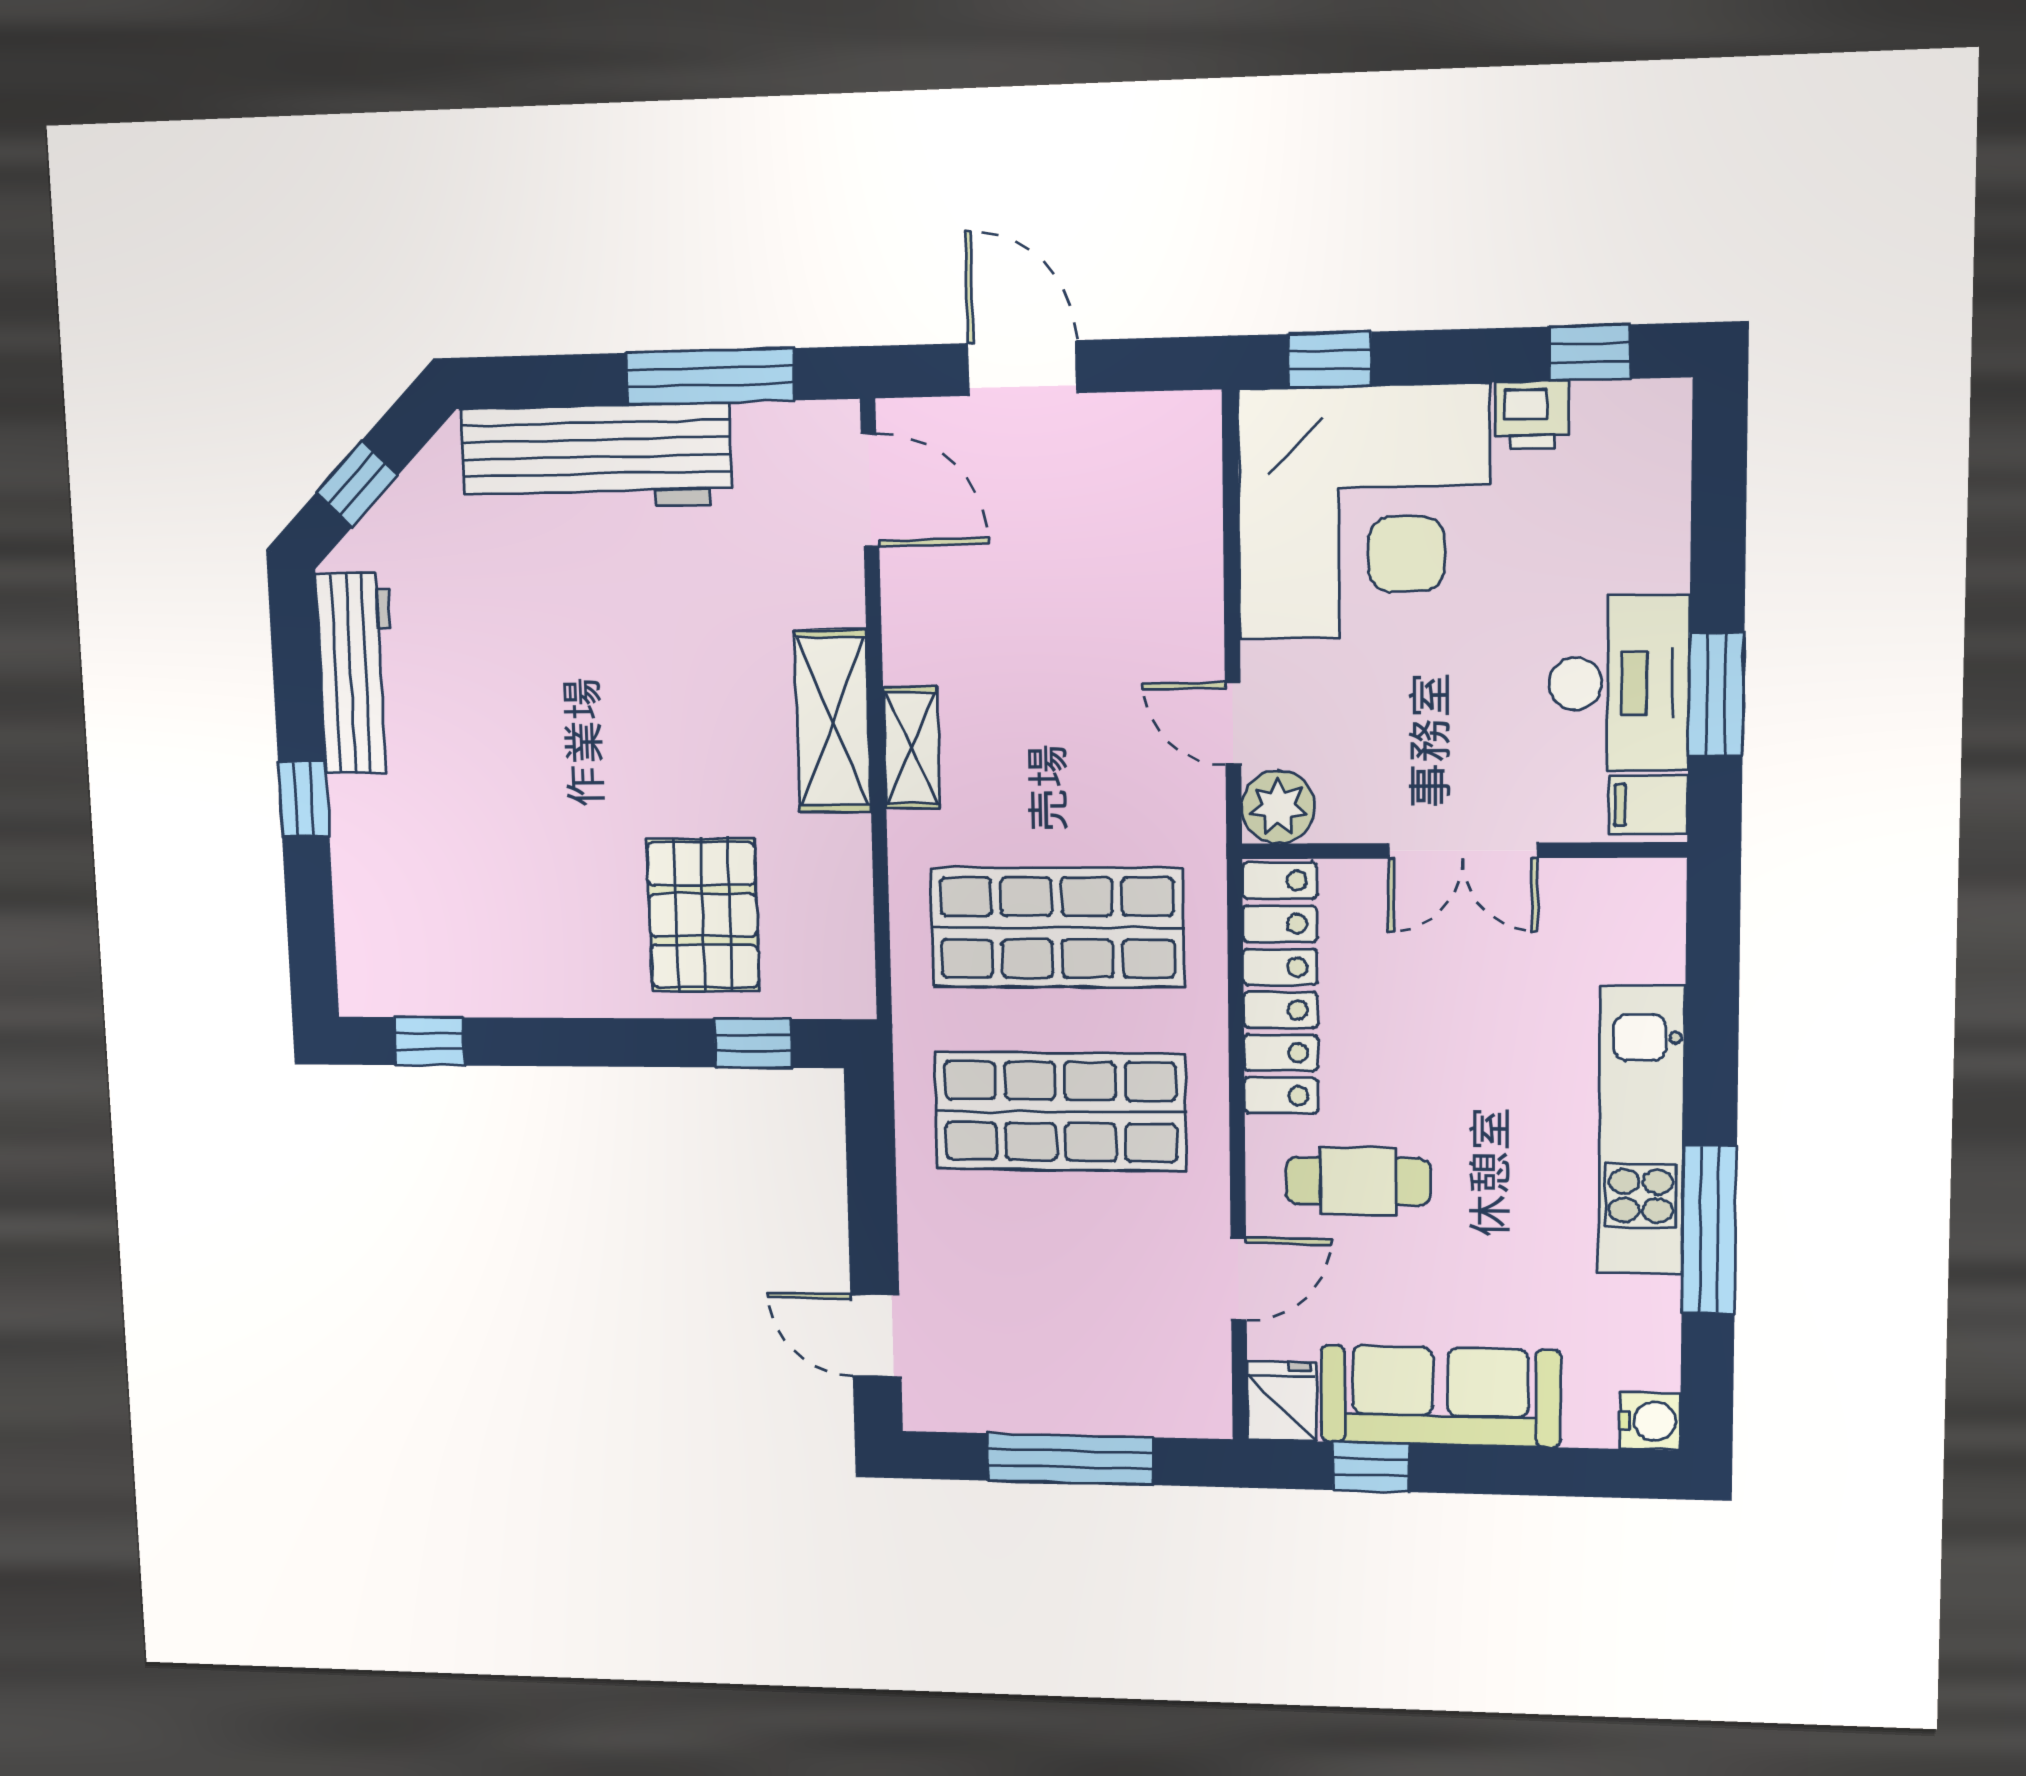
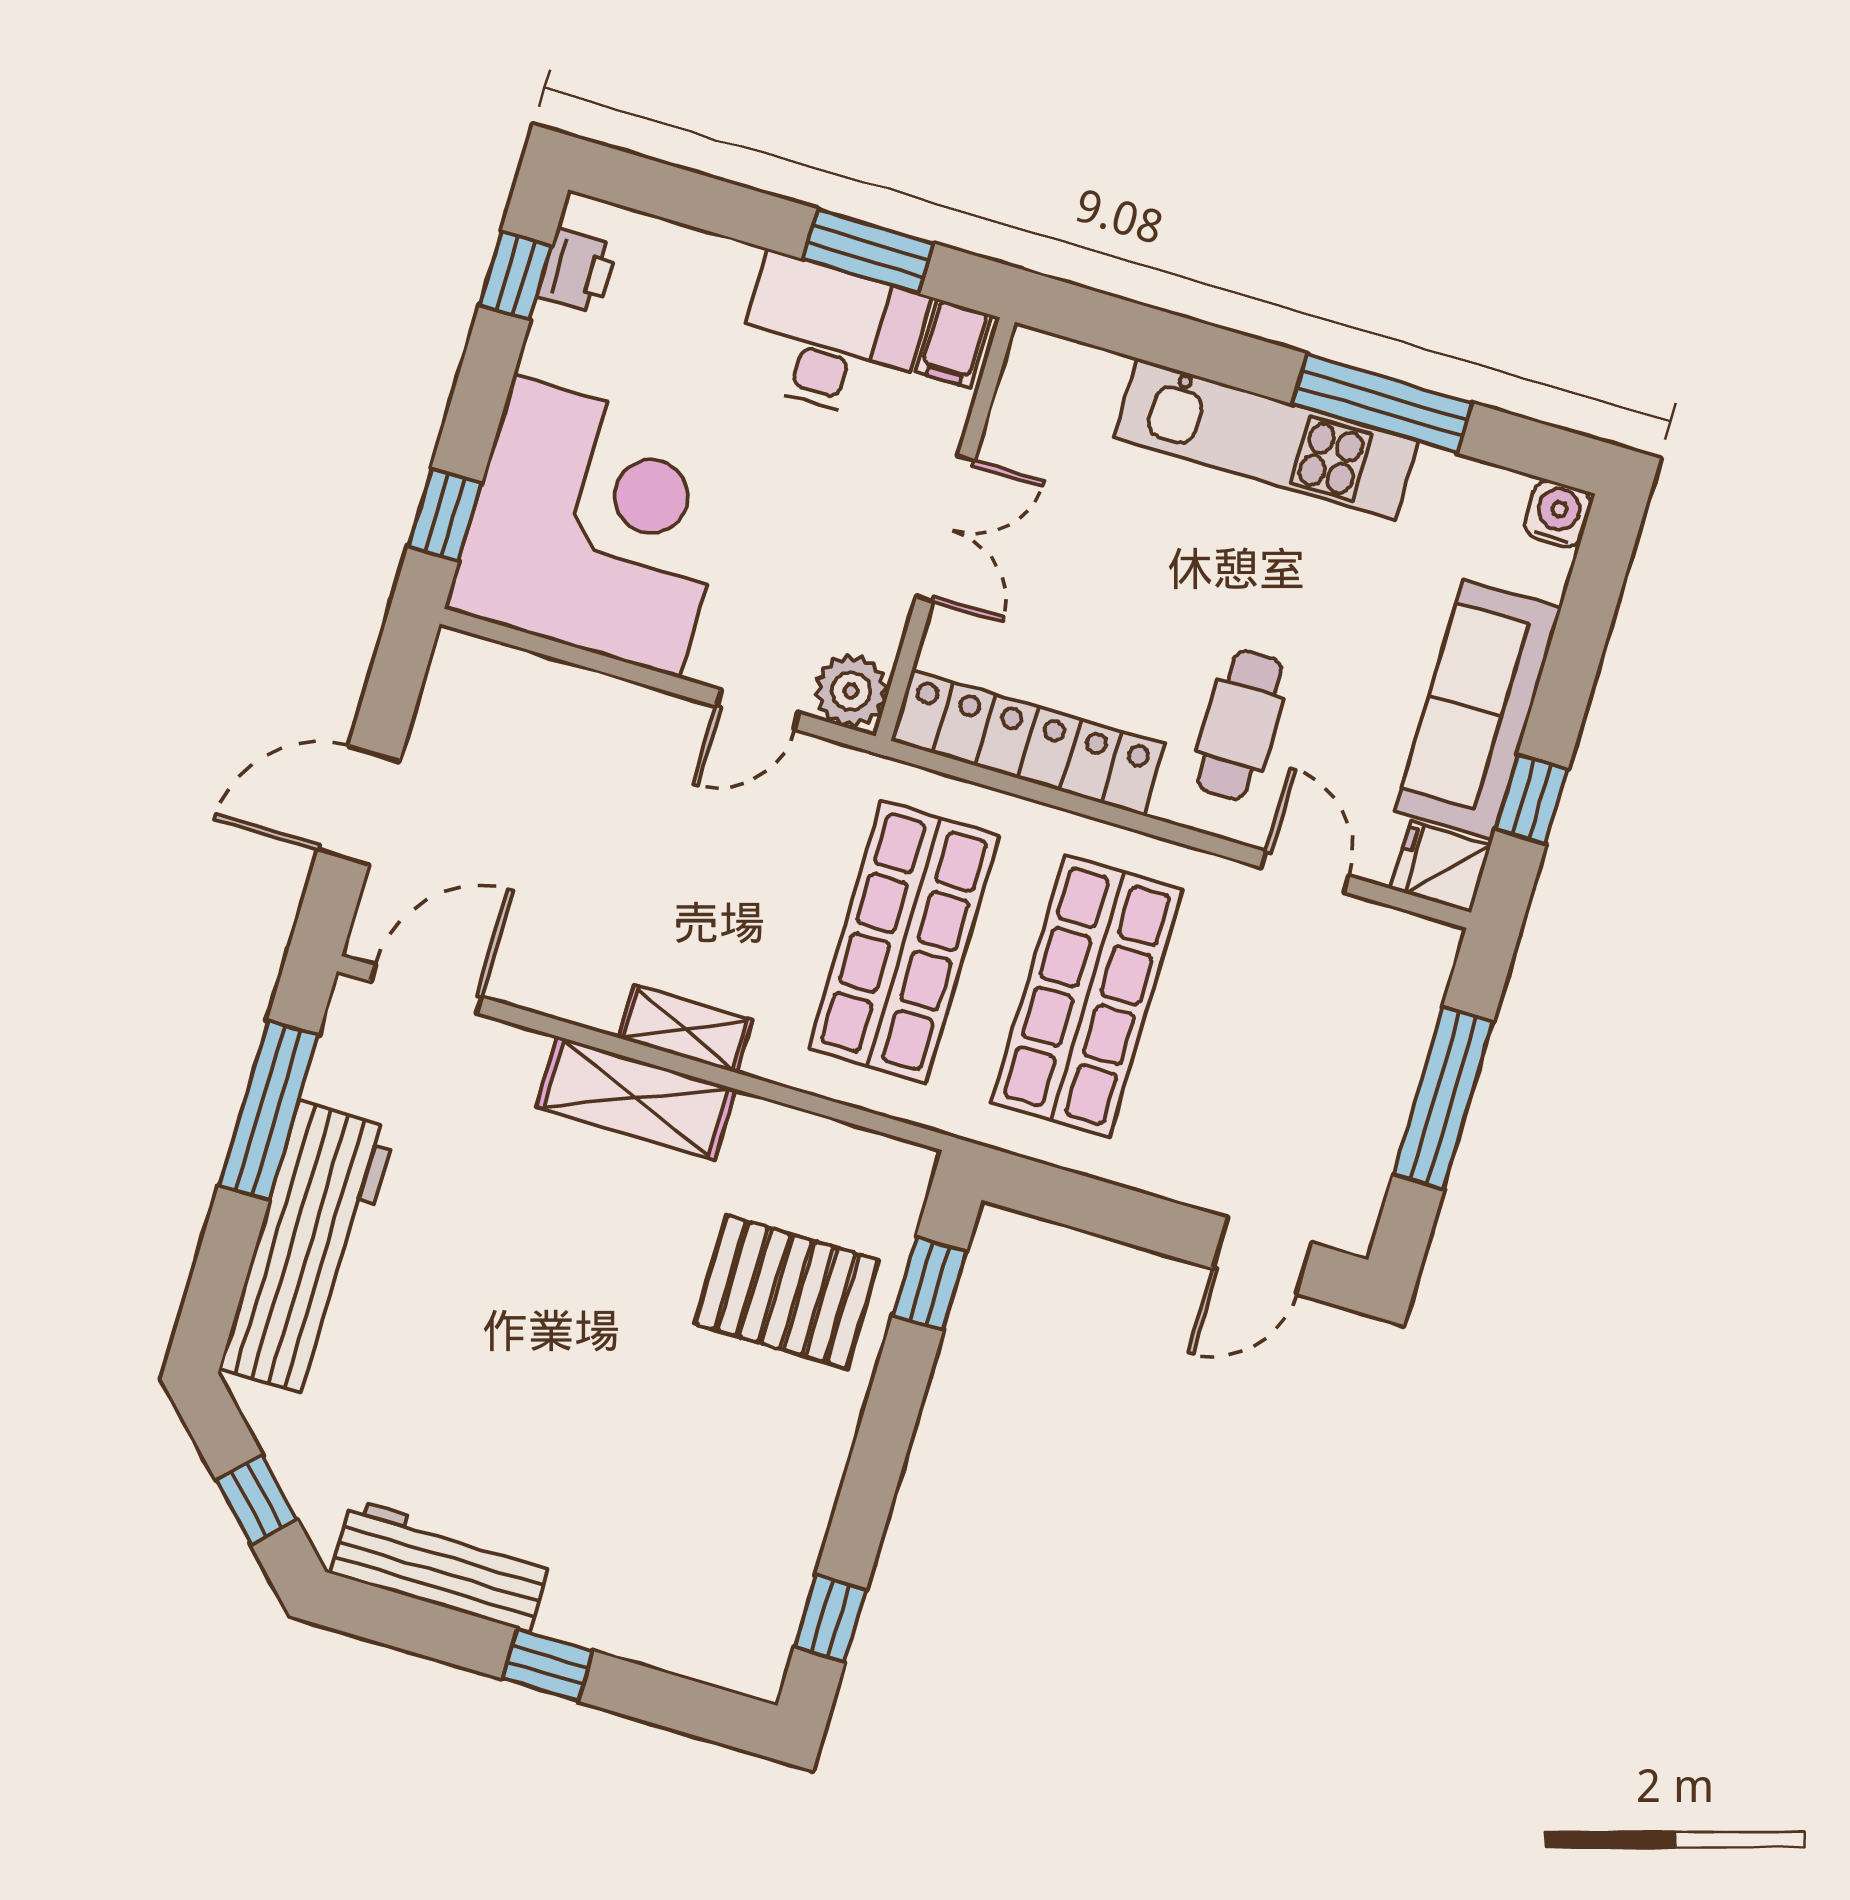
printer: (1532, 415) -> (577, 271), moved

